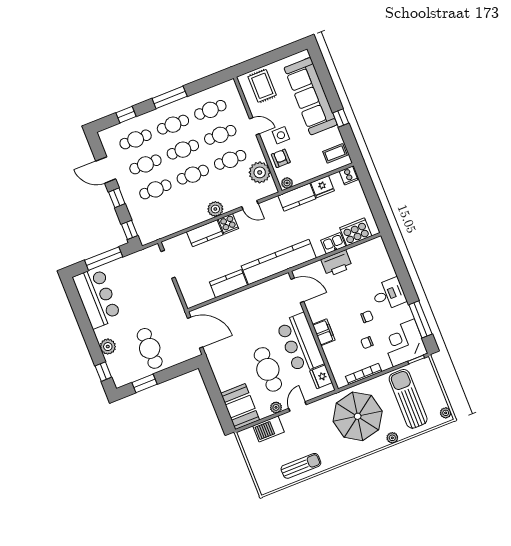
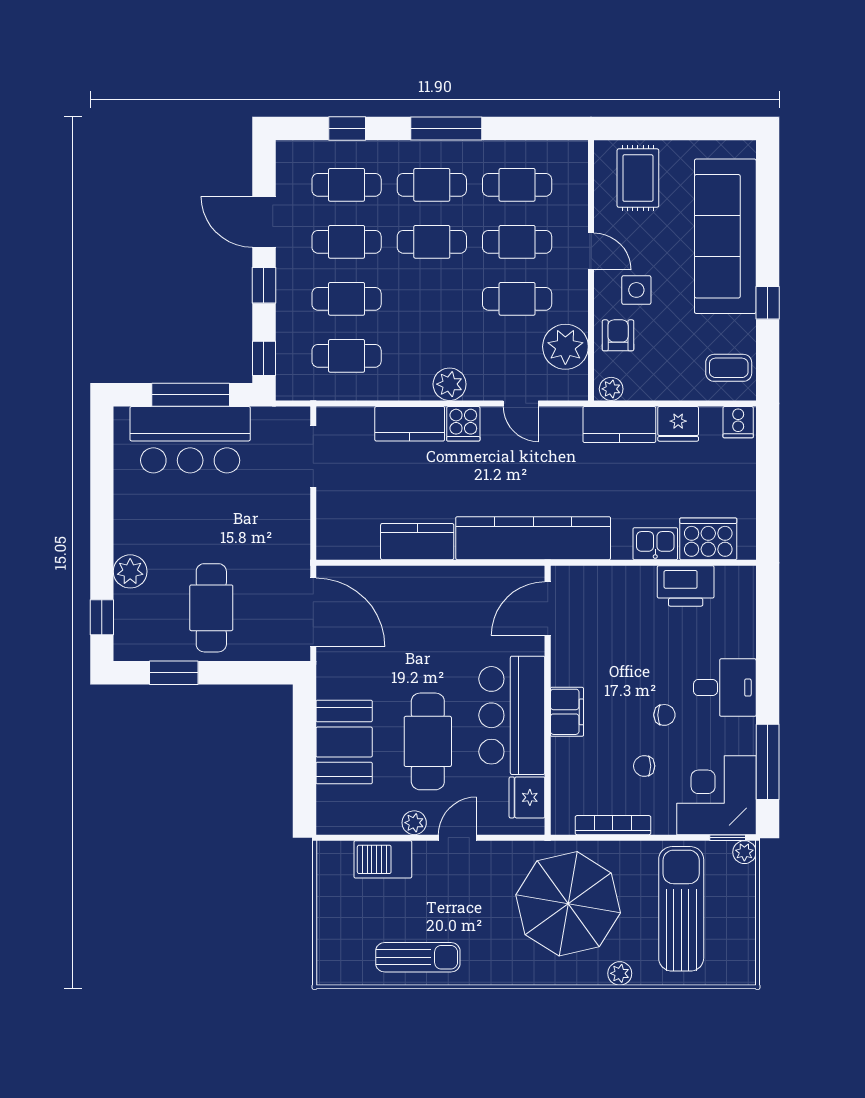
cafe table: (193, 175) -> (347, 356), moved
printer: (337, 263) -> (686, 586), moved
door: (297, 290) -> (548, 609), swing flipped
bar counter: (97, 298) -> (190, 440), moved, turned 90
booth: (240, 407) -> (344, 742), moved
plant: (446, 413) -> (744, 852), moved

